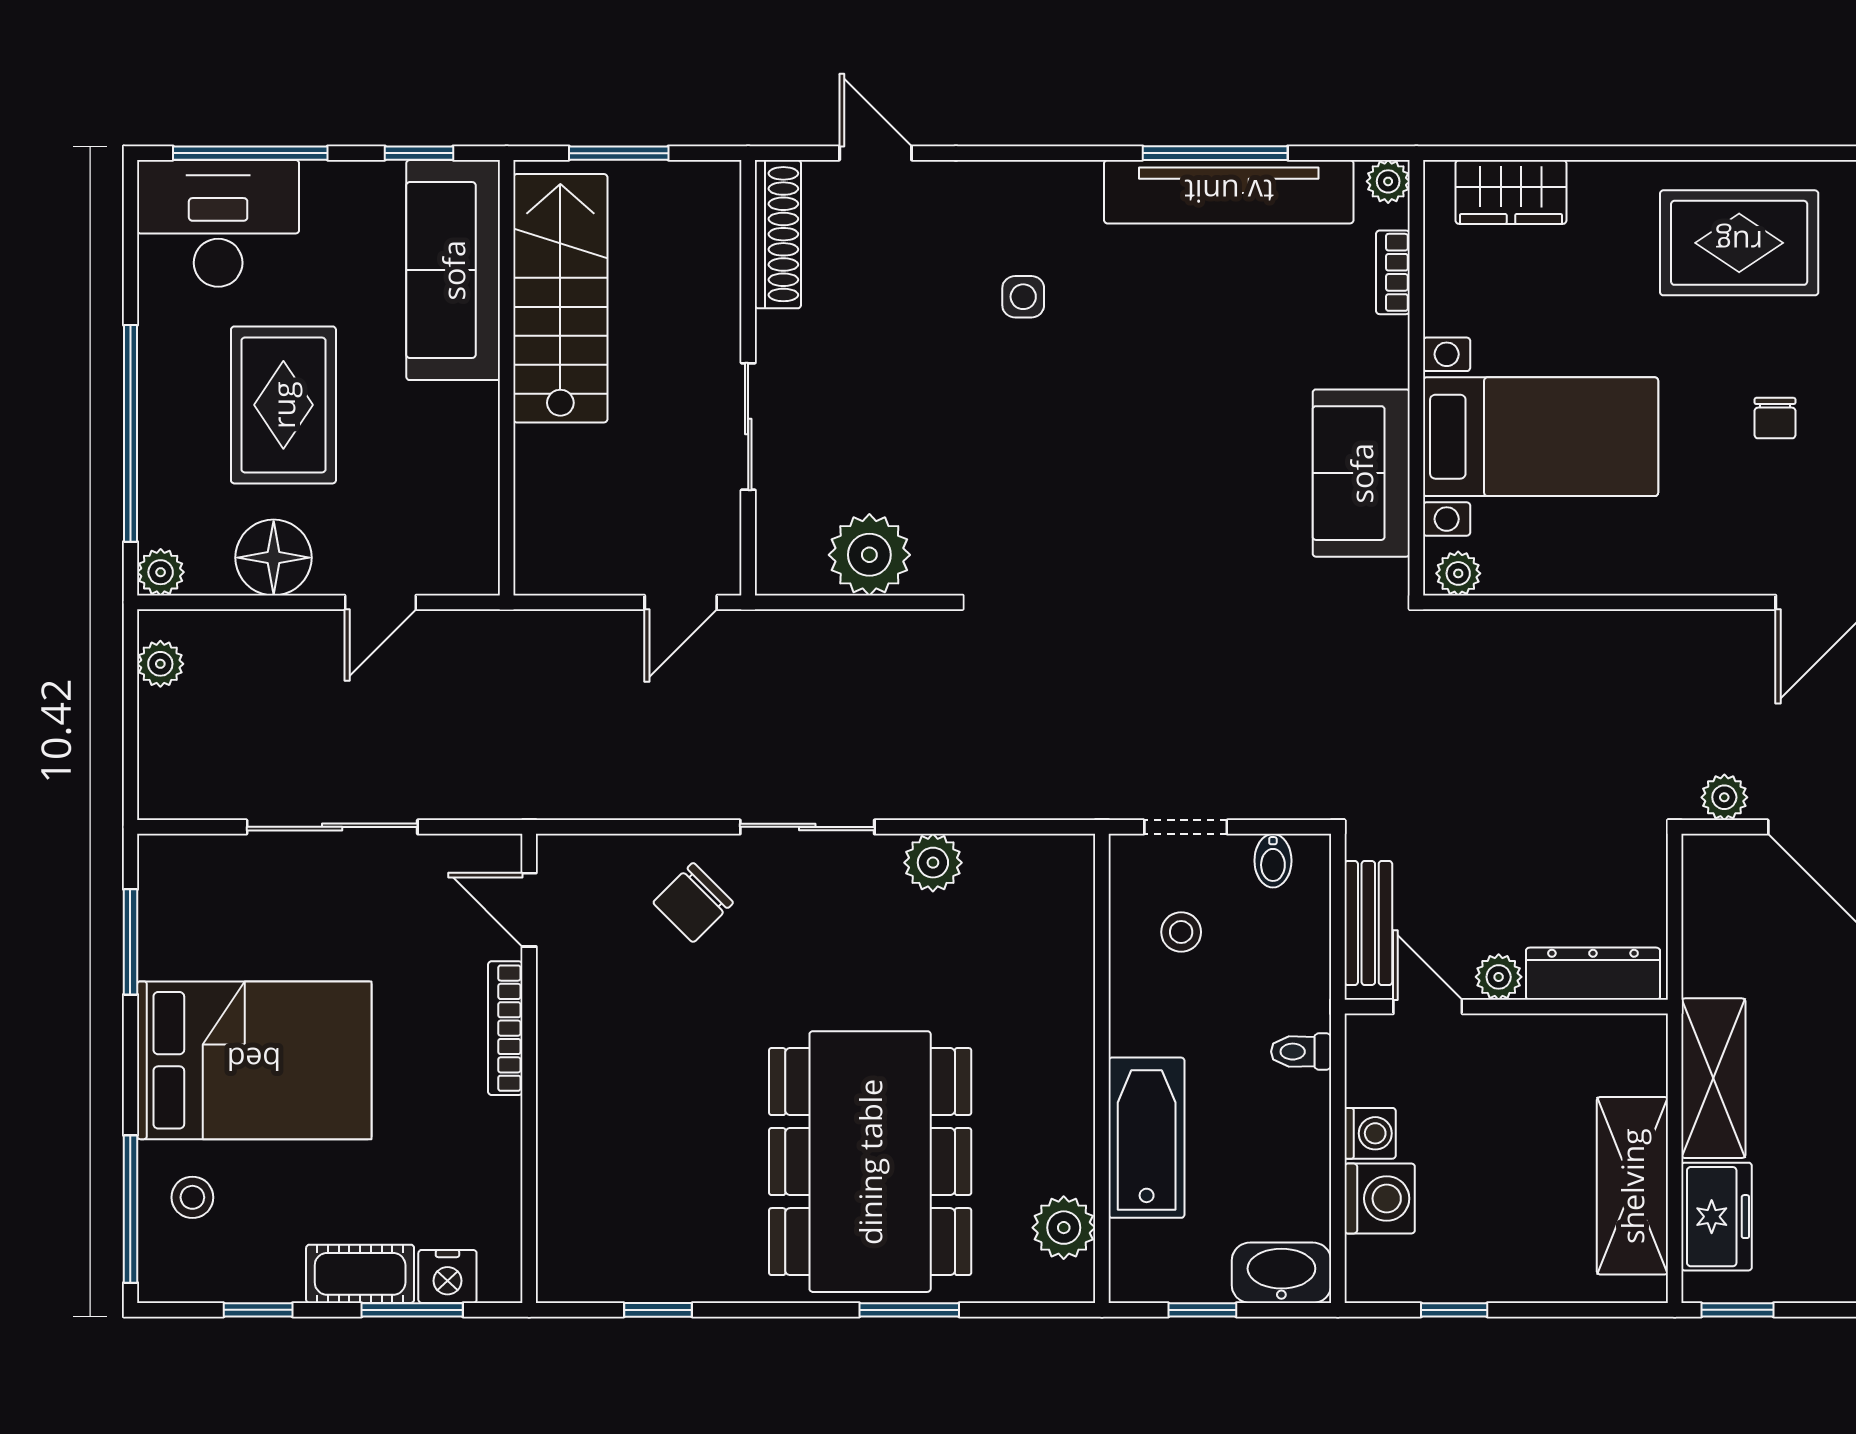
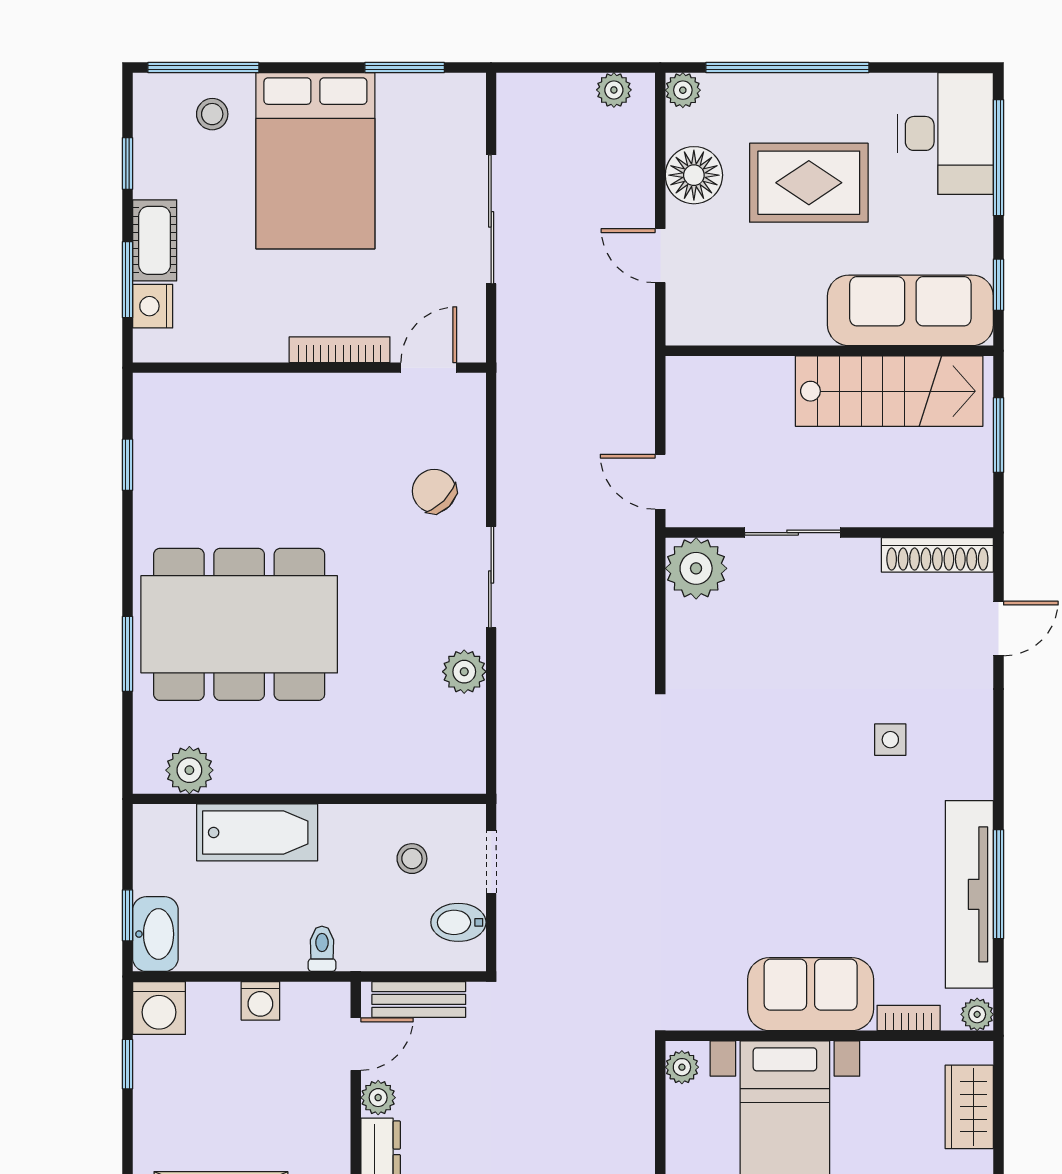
sofa: (1361, 473) -> (811, 994), moved
plant: (869, 555) -> (696, 568), moved
bidet: (1273, 861) -> (458, 922), width x1.38, depth x1.36
washing machine: (1380, 1198) -> (159, 1008), moved
window: (1202, 1310) -> (127, 915), moved

